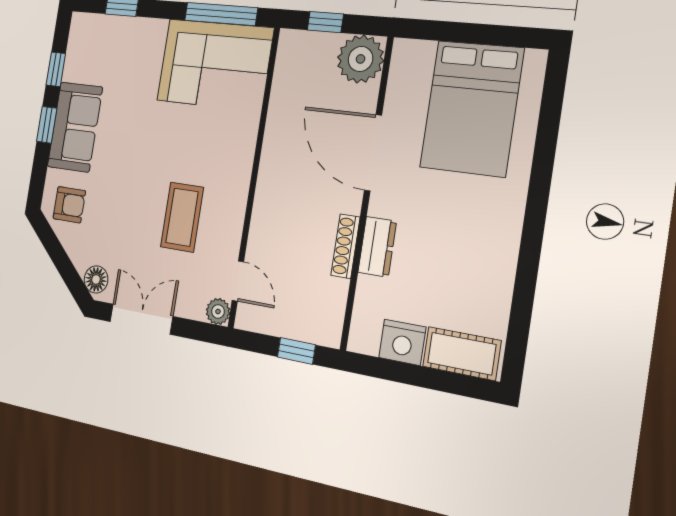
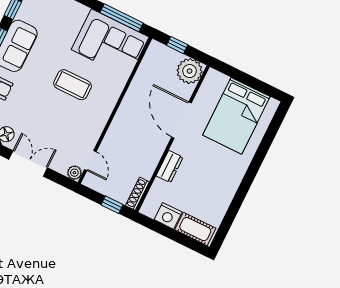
coffee table: (182, 217) -> (73, 85), moved, turned 90
shoe rack: (345, 246) -> (137, 194), moved

